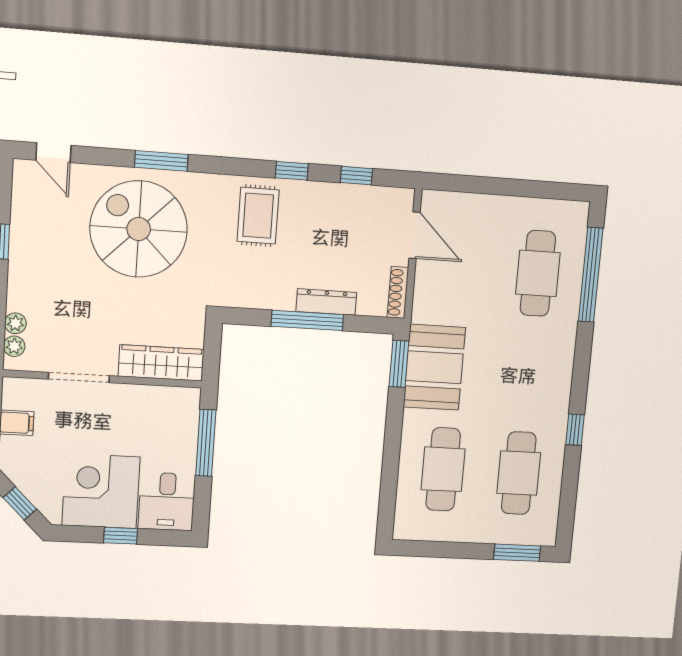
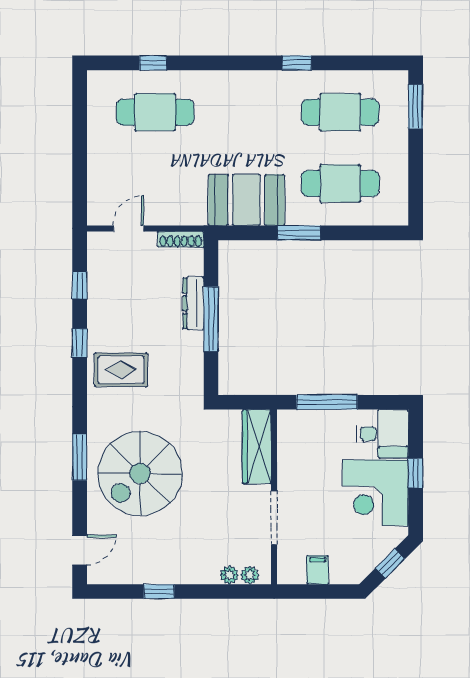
door: (415, 235) -> (129, 228), width x0.73
window: (591, 275) -> (153, 63), width x0.32
window: (399, 364) -> (299, 233), moved

